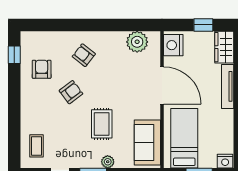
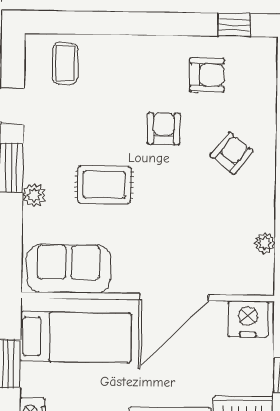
plant: (137, 42) -> (265, 243), width x0.53, depth x0.53
armchair: (71, 92) -> (164, 129), turned -143
coffee table: (36, 146) -> (65, 64), turned 90

